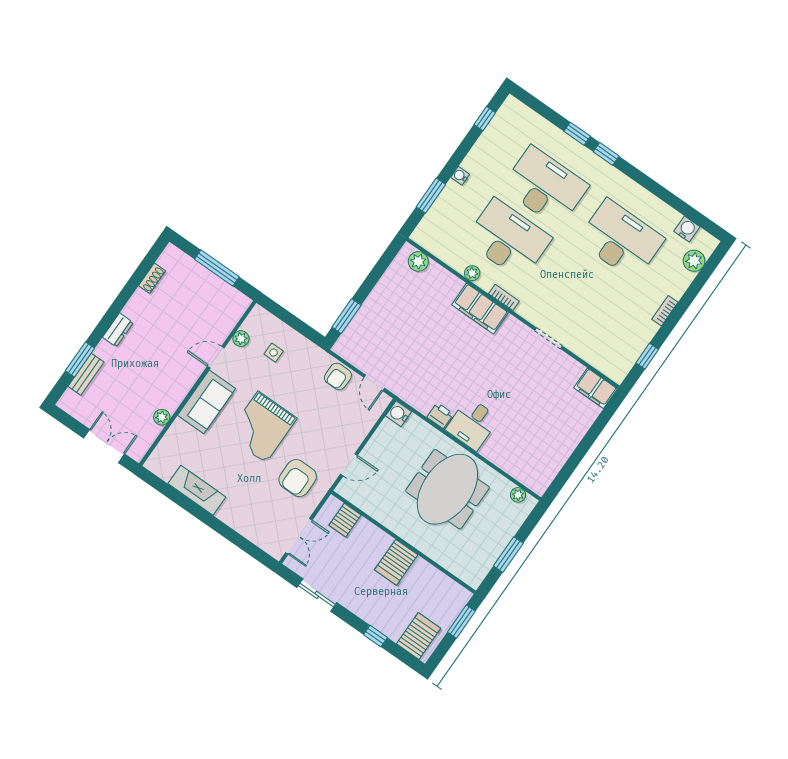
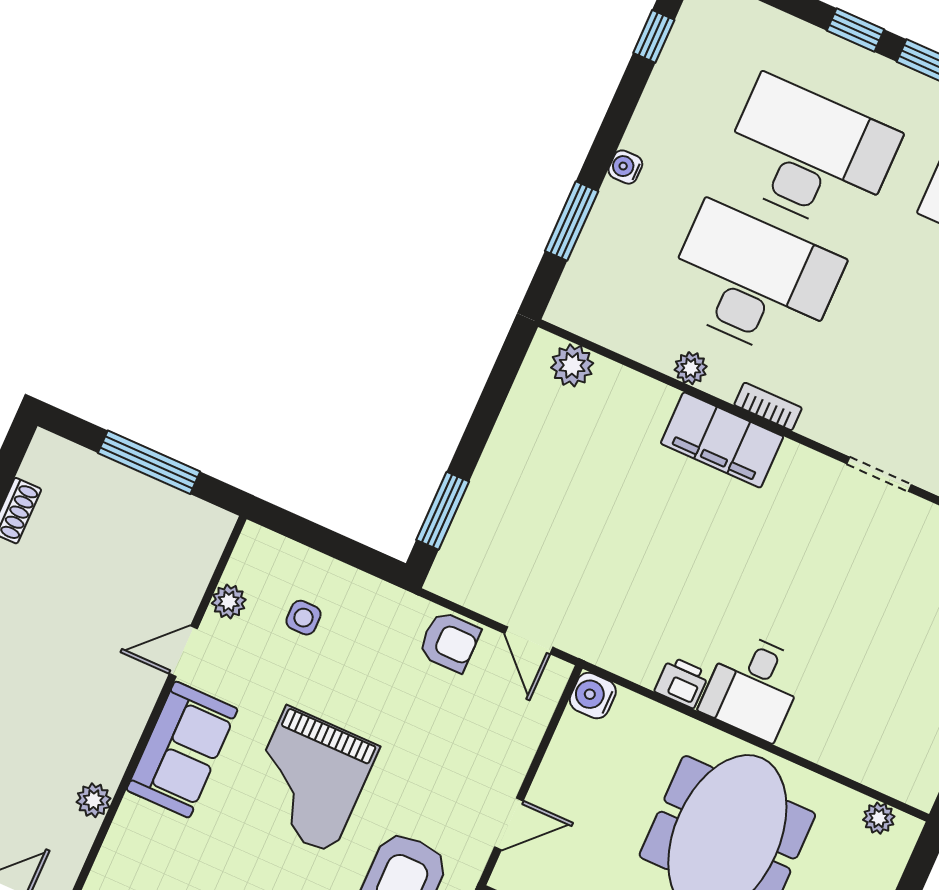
armchair: (338, 376) -> (449, 642), turned -90

